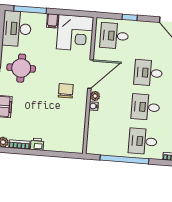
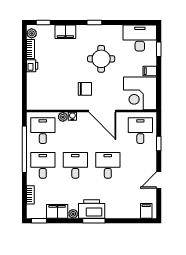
window: (30, 10) -> (159, 49), width x0.46
round table: (21, 68) -> (101, 59), moved
plant: (95, 96) -> (63, 117), moved
desk: (106, 138) -> (43, 131), added

